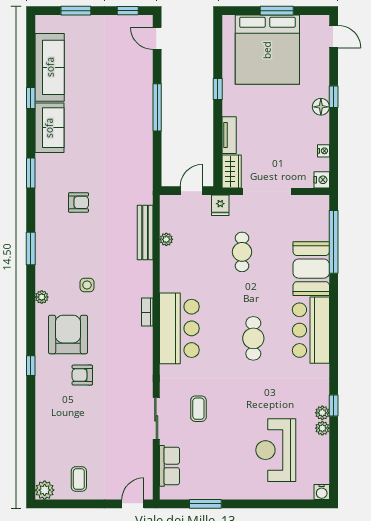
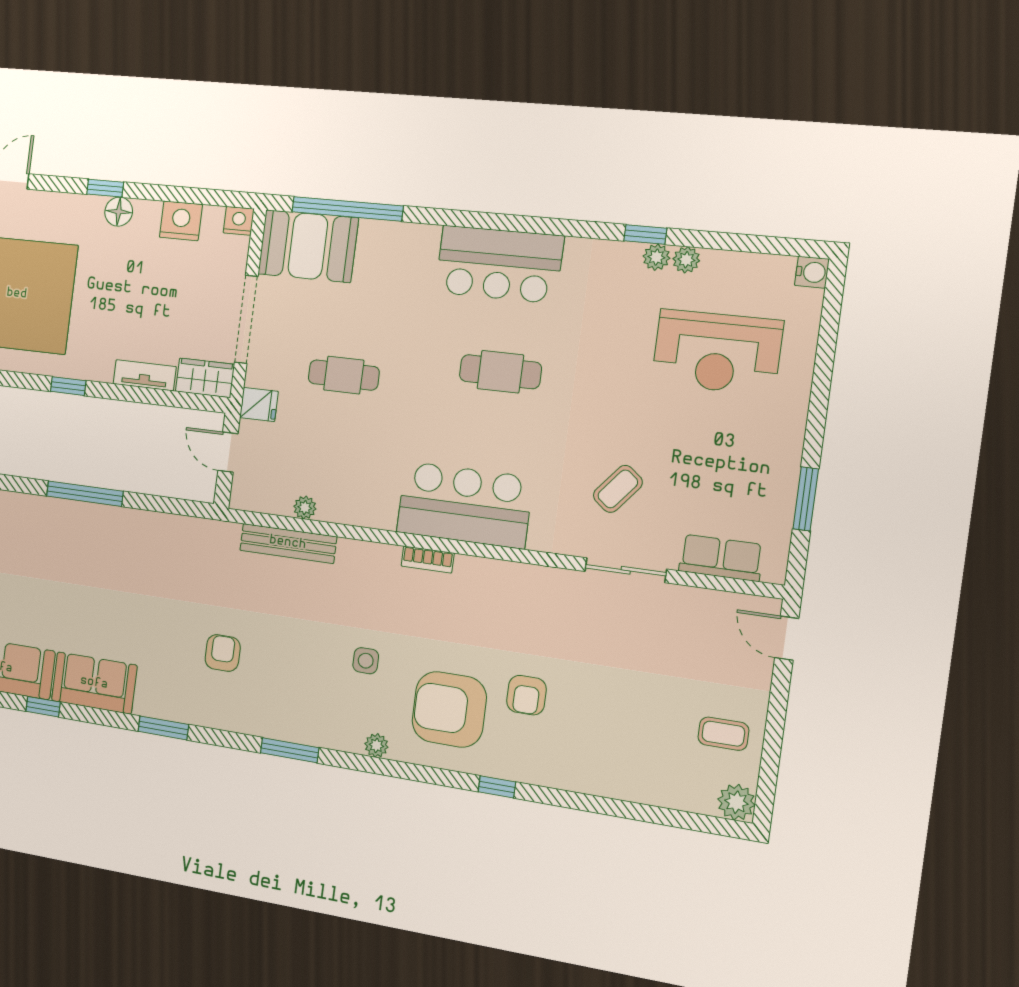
nightstand: (323, 151) -> (181, 221), width x1.89, depth x1.79
booth: (311, 269) -> (308, 246), moved
coffee table: (198, 409) -> (618, 489), turned -51

